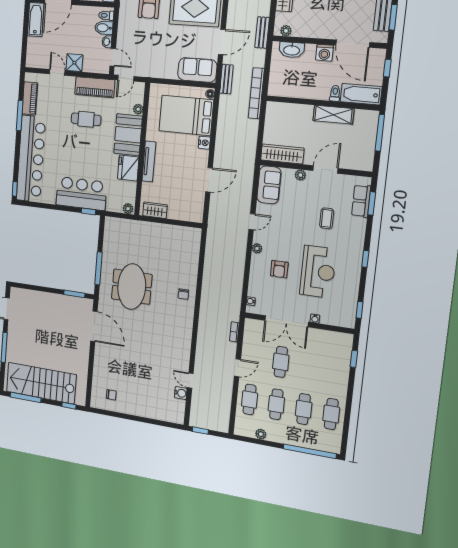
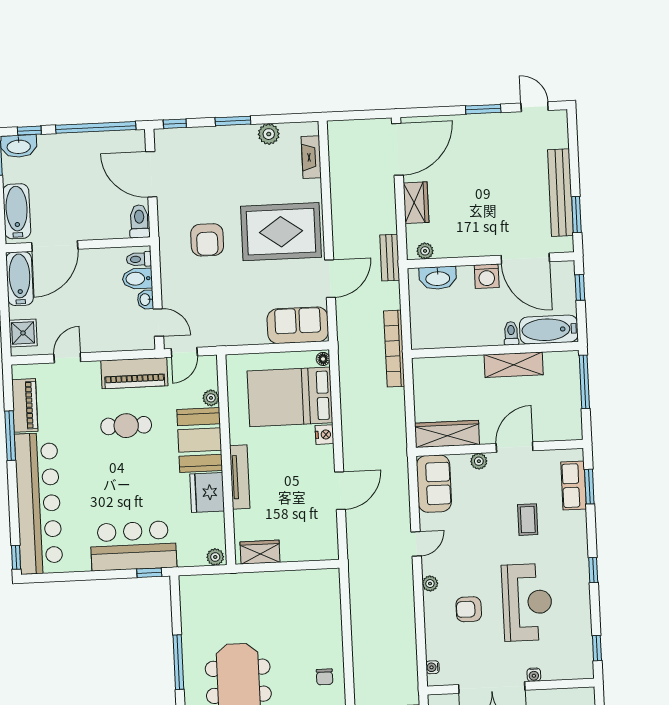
shower: (74, 63) -> (23, 333), moved
door: (57, 72) -> (67, 358), hinge flipped
bench: (226, 79) -> (345, 333), removed
armchair: (279, 269) -> (469, 609), turned 90

